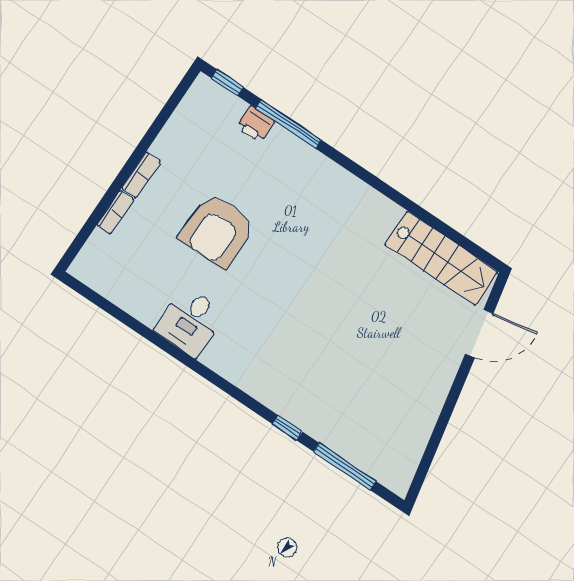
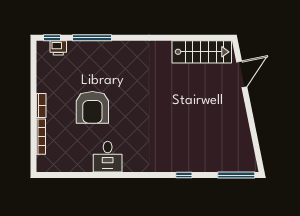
printer: (255, 124) -> (58, 48), moved
bookcase: (115, 212) -> (41, 137), width x1.56
window: (345, 466) -> (236, 175), moved

